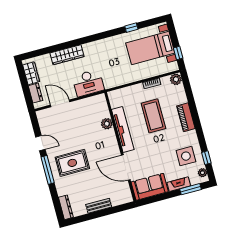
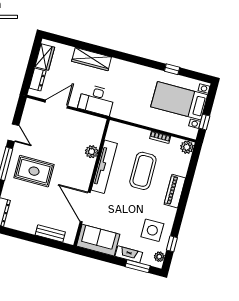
door: (60, 103) -> (56, 104), hinge flipped
bench: (99, 206) -> (50, 233), moved

